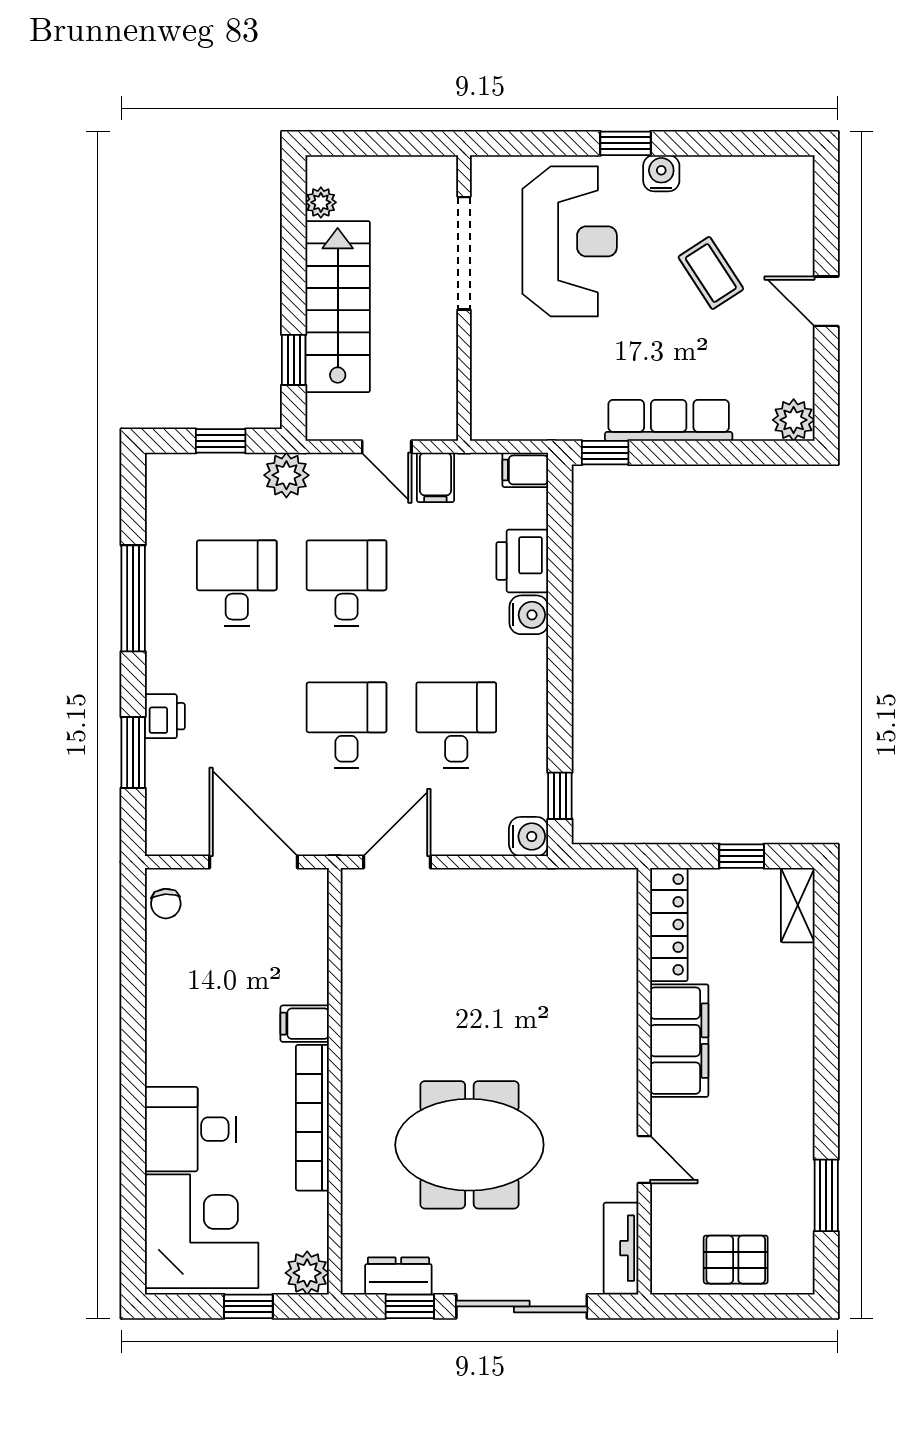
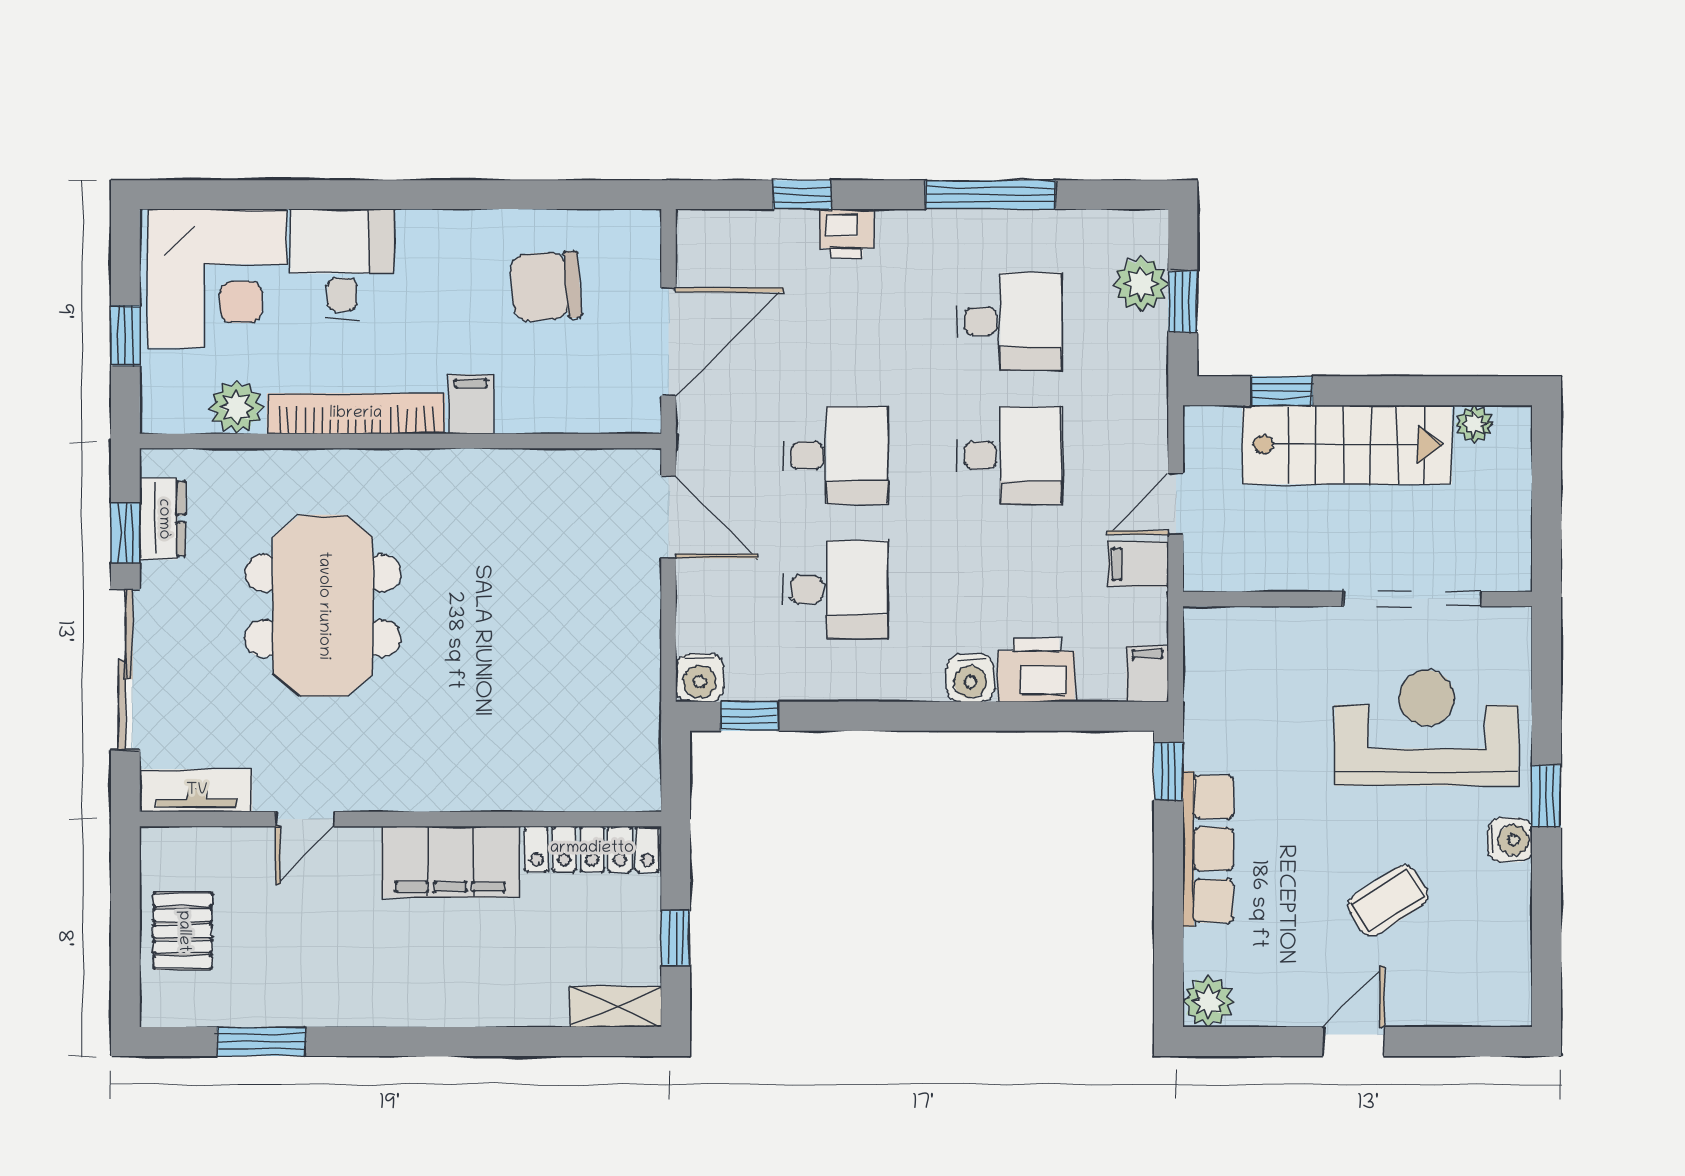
reception desk: (570, 241) -> (1427, 728), turned 180
plant: (286, 475) -> (1141, 284), moved
window: (133, 752) -> (802, 195), width x0.67
chair: (166, 904) -> (546, 286), moved, width x1.87, depth x1.87
plant: (307, 1273) -> (237, 407), moved

